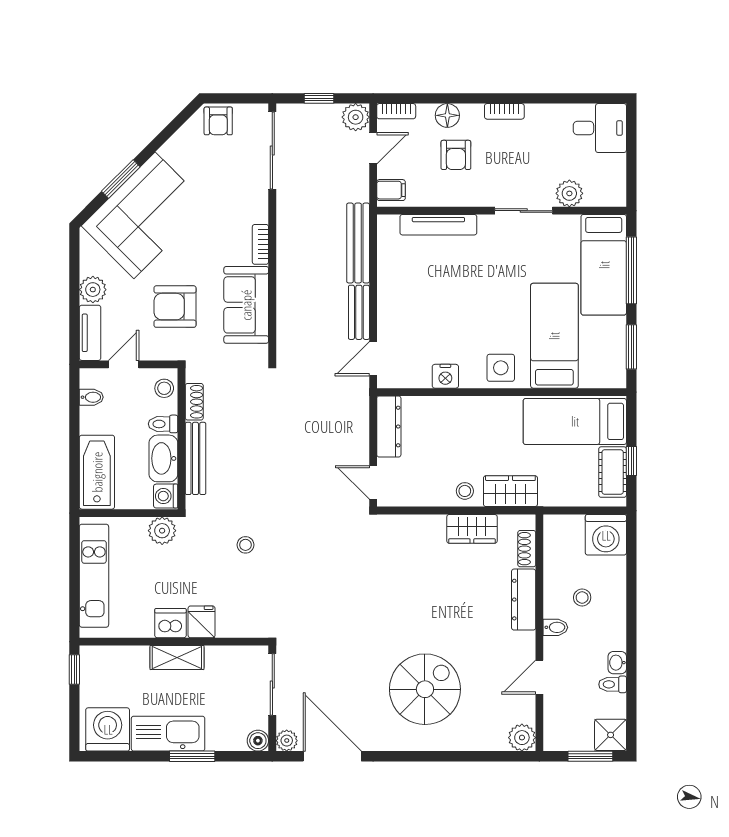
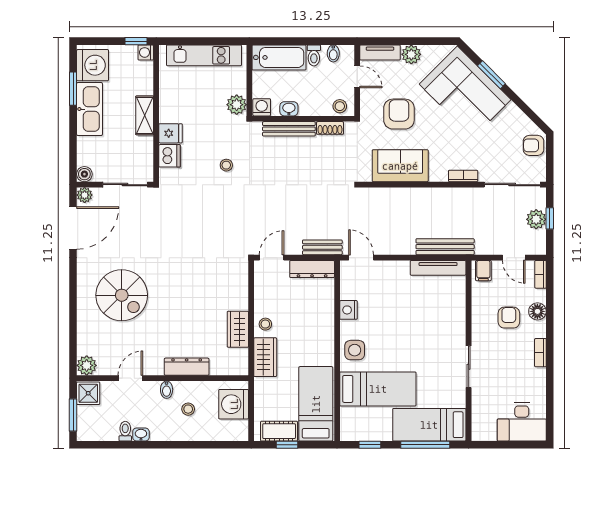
plant: (356, 117) -> (536, 219), moved
desk: (600, 128) -> (522, 422), width x1.37
armchair: (456, 155) -> (509, 318), turned 90
plant: (569, 193) -> (481, 400), removed
tv unit: (438, 225) -> (438, 268), moved, turned -90
bookcase: (260, 244) -> (463, 176), moved
bench: (359, 312) -> (322, 247), moved
window: (631, 347) -> (370, 445), width x0.67
toilet: (163, 424) -> (314, 55), moved, turned 180
washbasin: (163, 458) -> (289, 109), width x0.52, depth x0.69
washing machine: (606, 535) -> (234, 404), moved
shoe rack: (527, 549) -> (224, 369), removed
dishwasher: (170, 623) -> (170, 156), moved
washing machine: (90, 656) -> (146, 52), added
door: (539, 677) -> (130, 378), hinge flipped
shower: (611, 735) -> (88, 393), moved
window: (192, 756) -> (73, 89), moved

